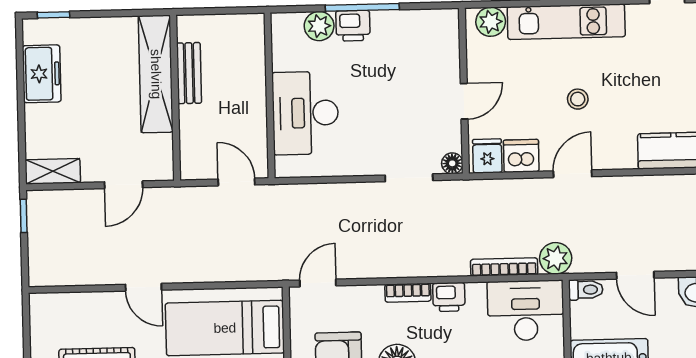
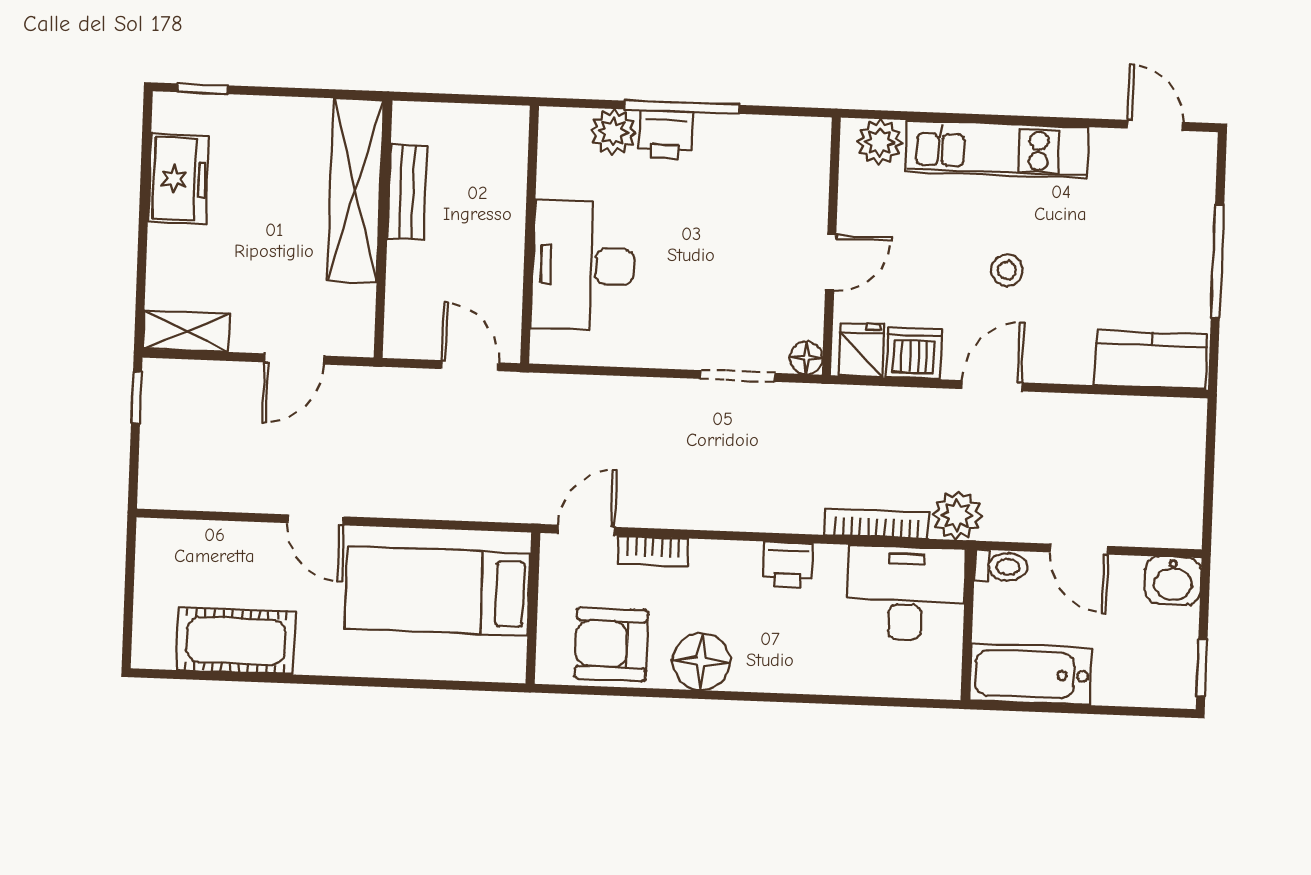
bookcase: (408, 293) -> (653, 551), moved

